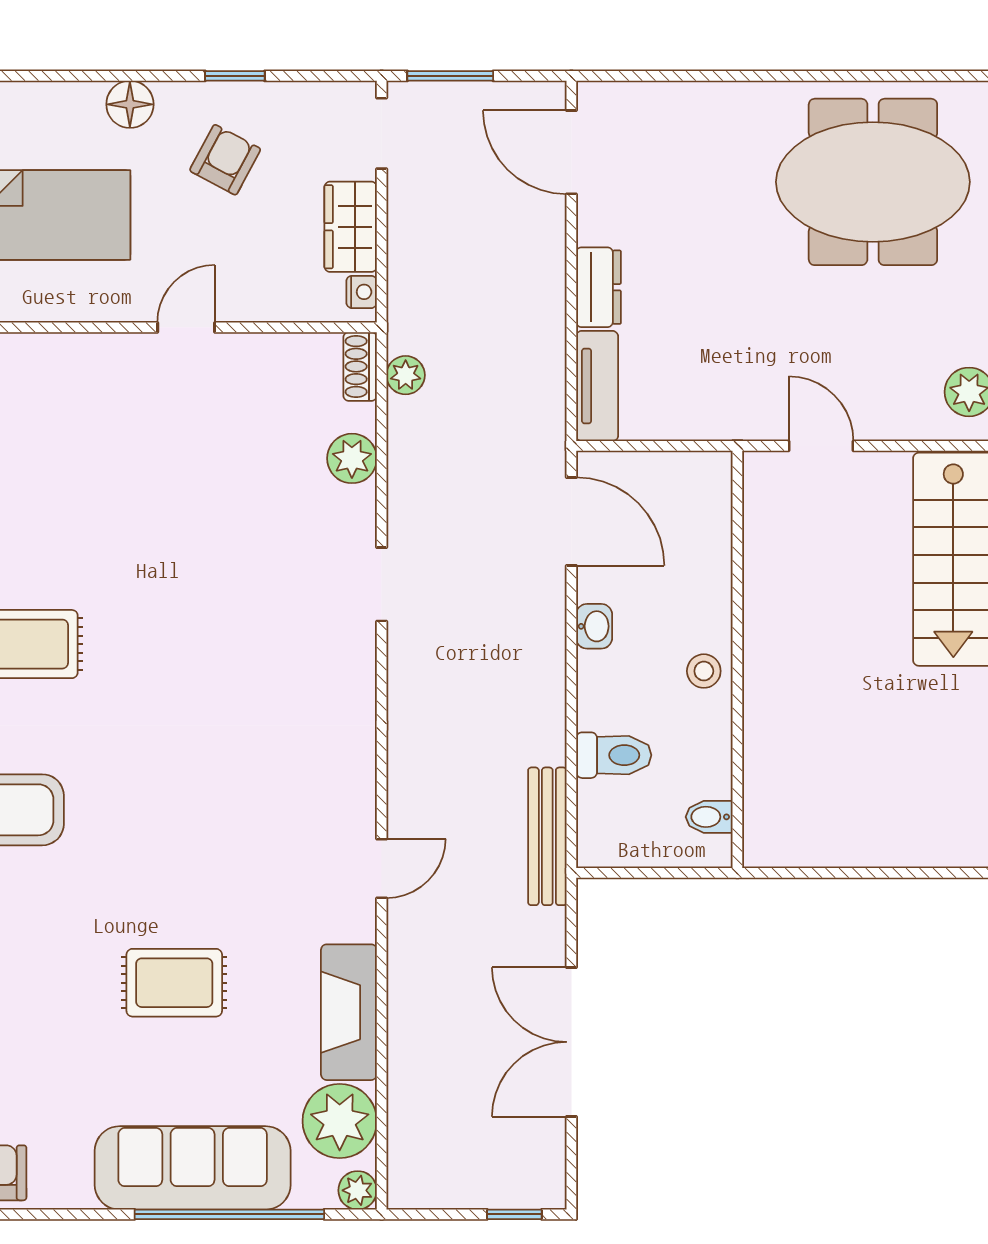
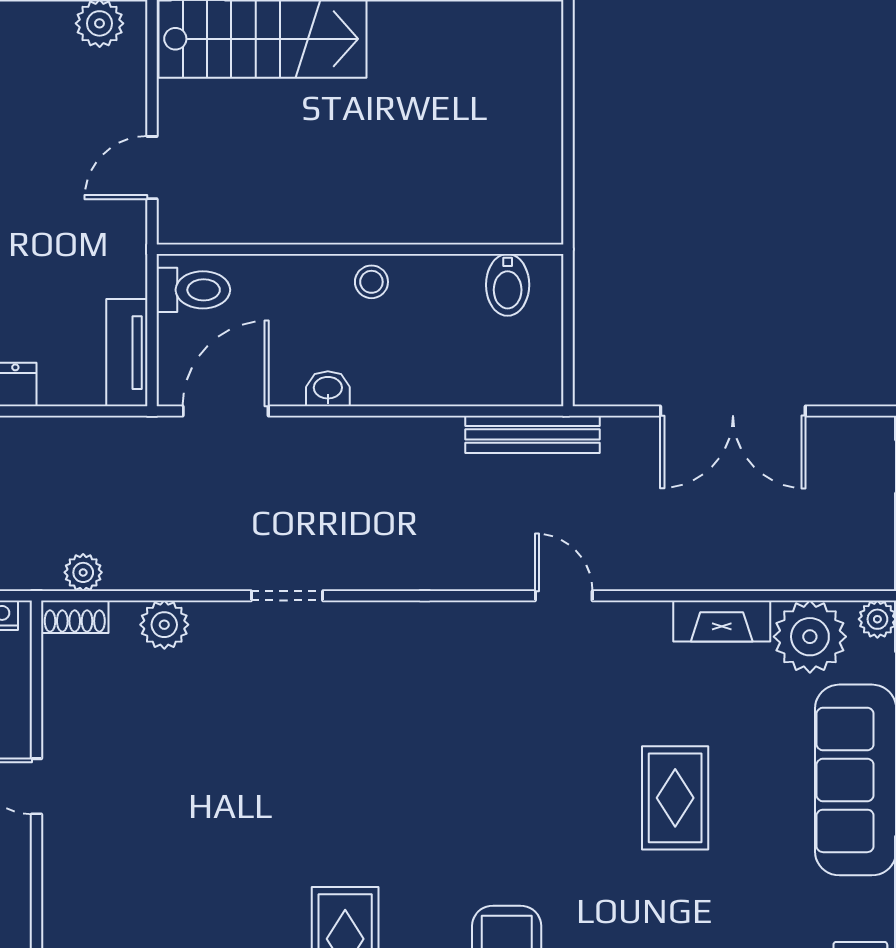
tv unit: (597, 386) -> (127, 353), moved, turned -90
toilet: (614, 755) -> (193, 290), moved, turned 90
bidet: (709, 817) -> (508, 285), width x1.38, depth x1.36
fireplace: (349, 1012) -> (722, 621), width x0.73, depth x0.76

